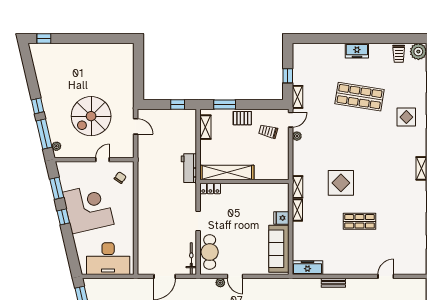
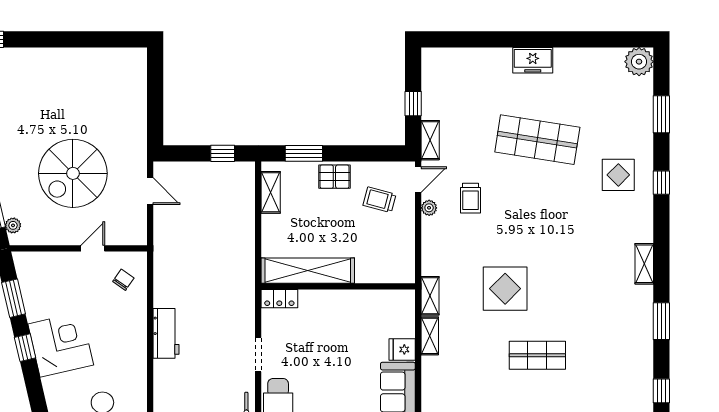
trolley: (399, 54) -> (471, 198), moved
workbench: (189, 168) -> (166, 333), moved, turned 180
corner desk: (88, 208) -> (61, 344), width x0.74, depth x0.74

